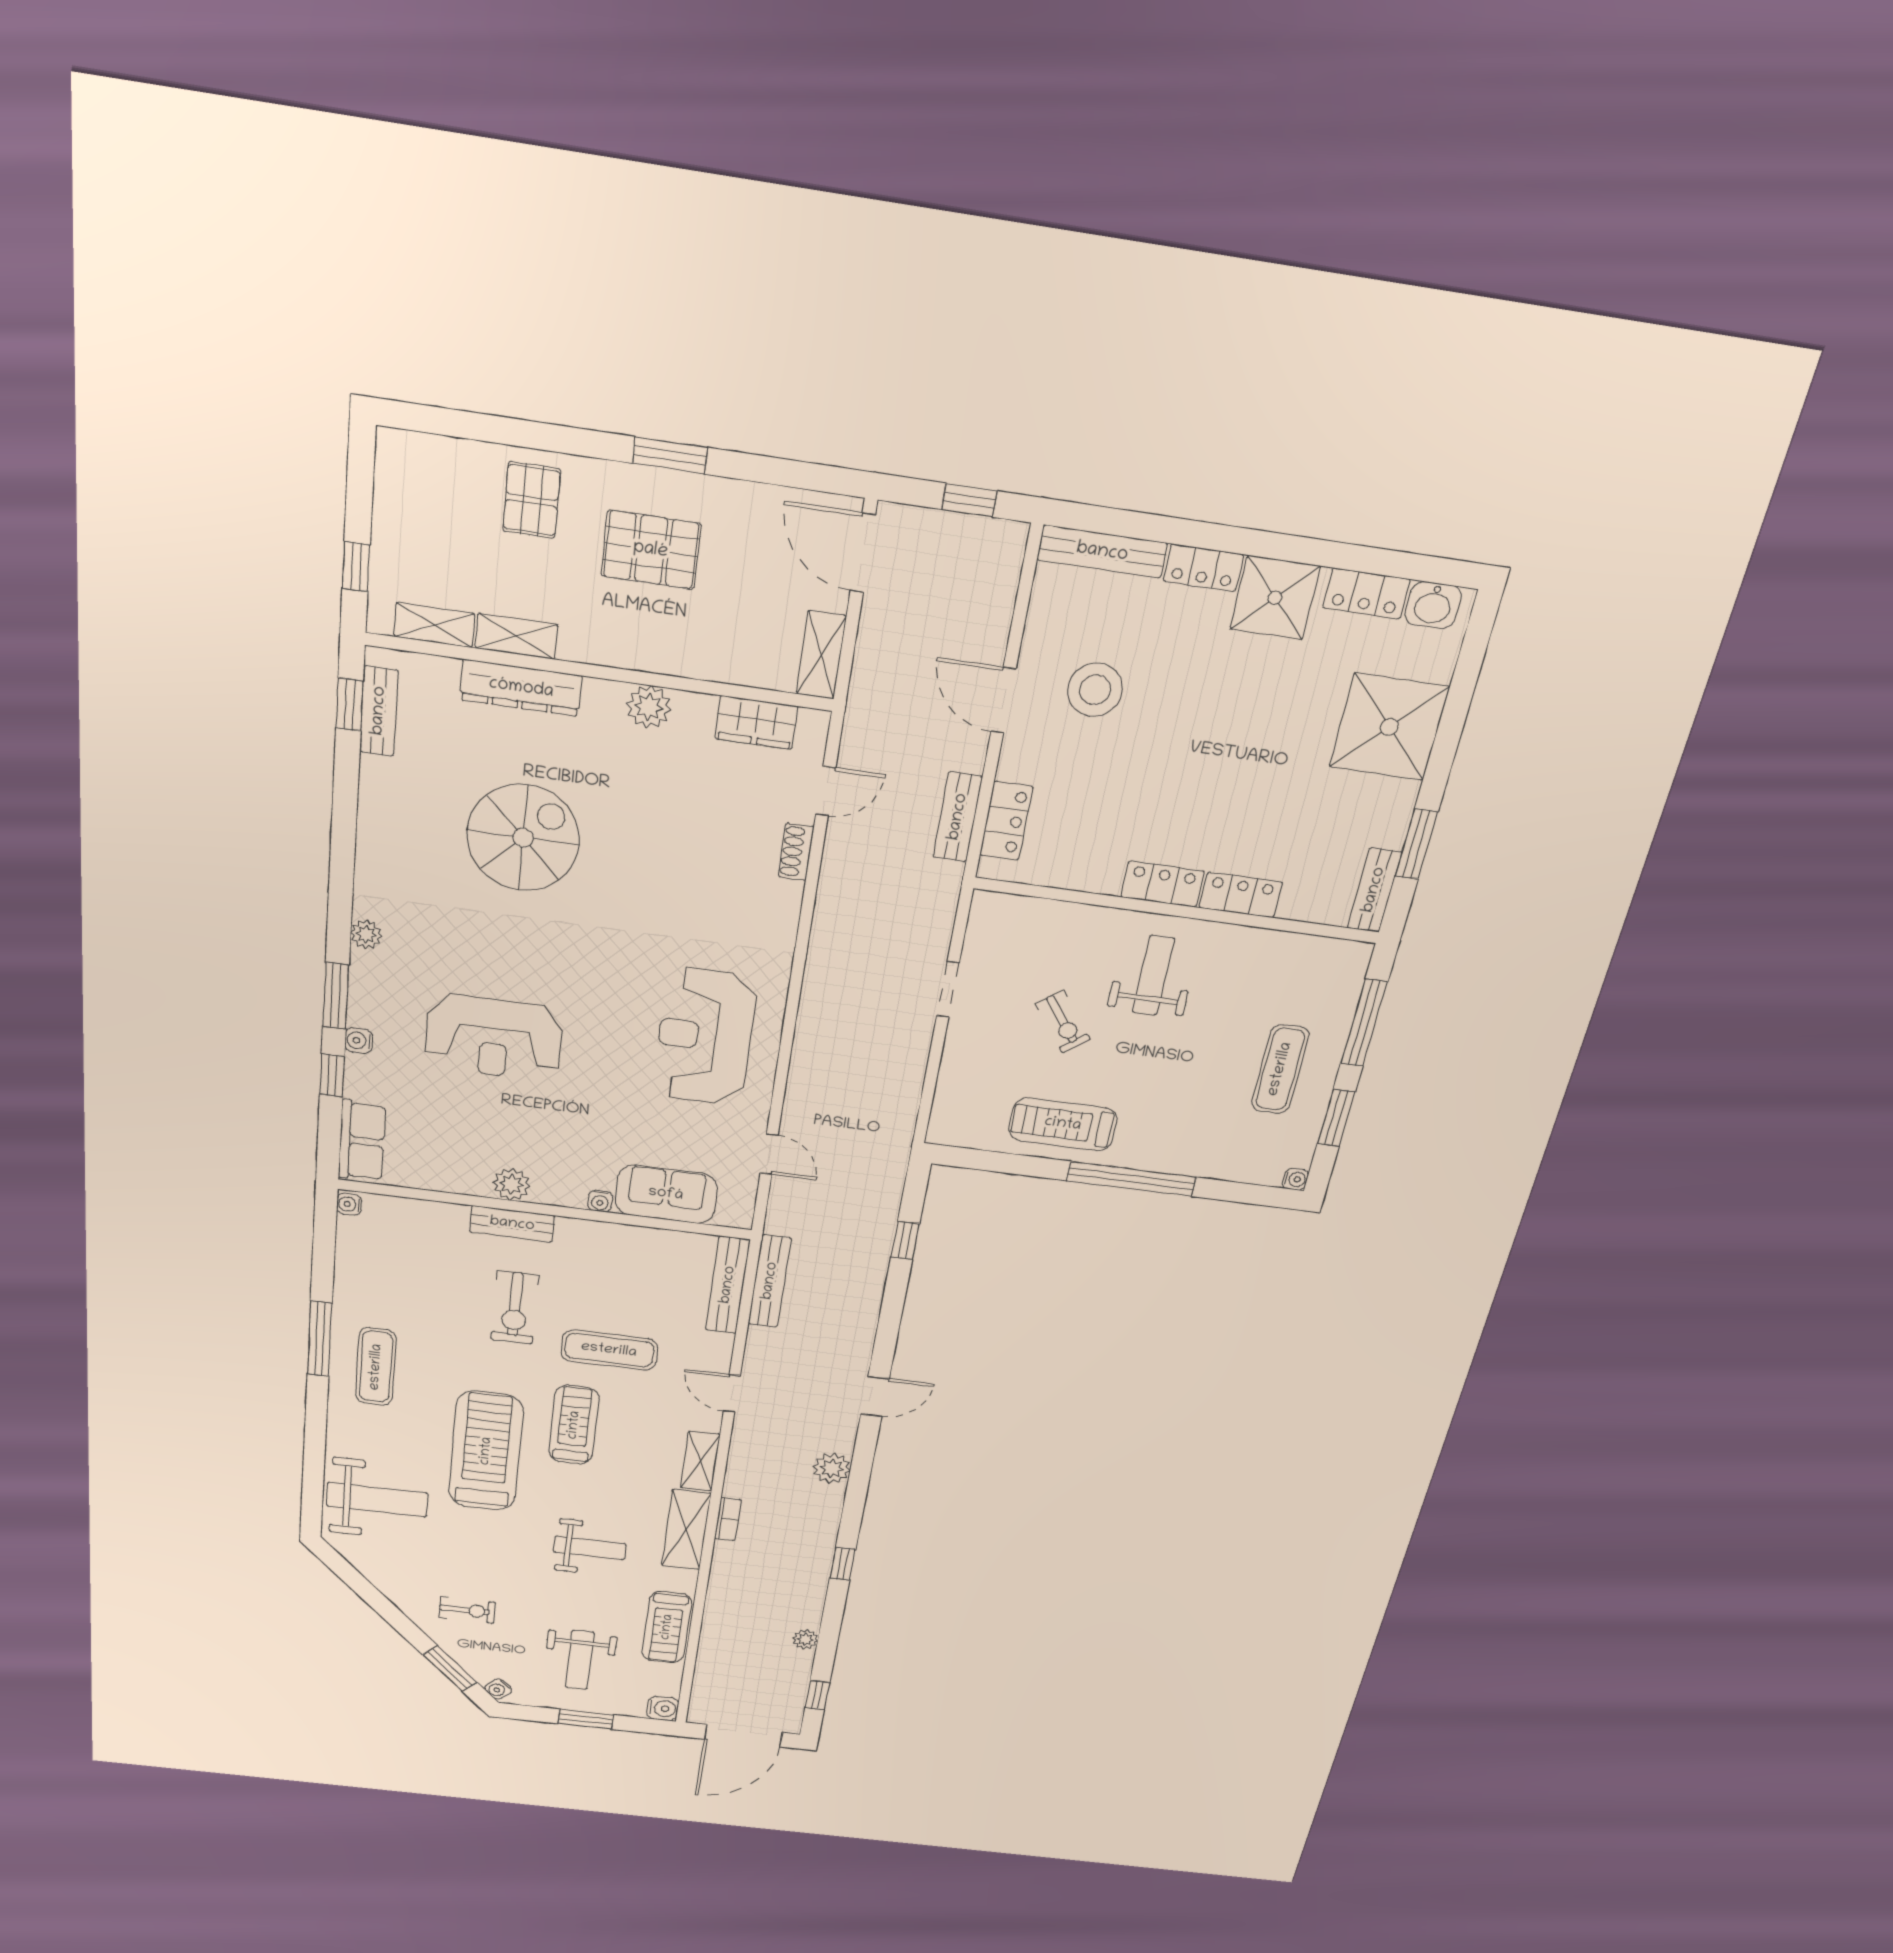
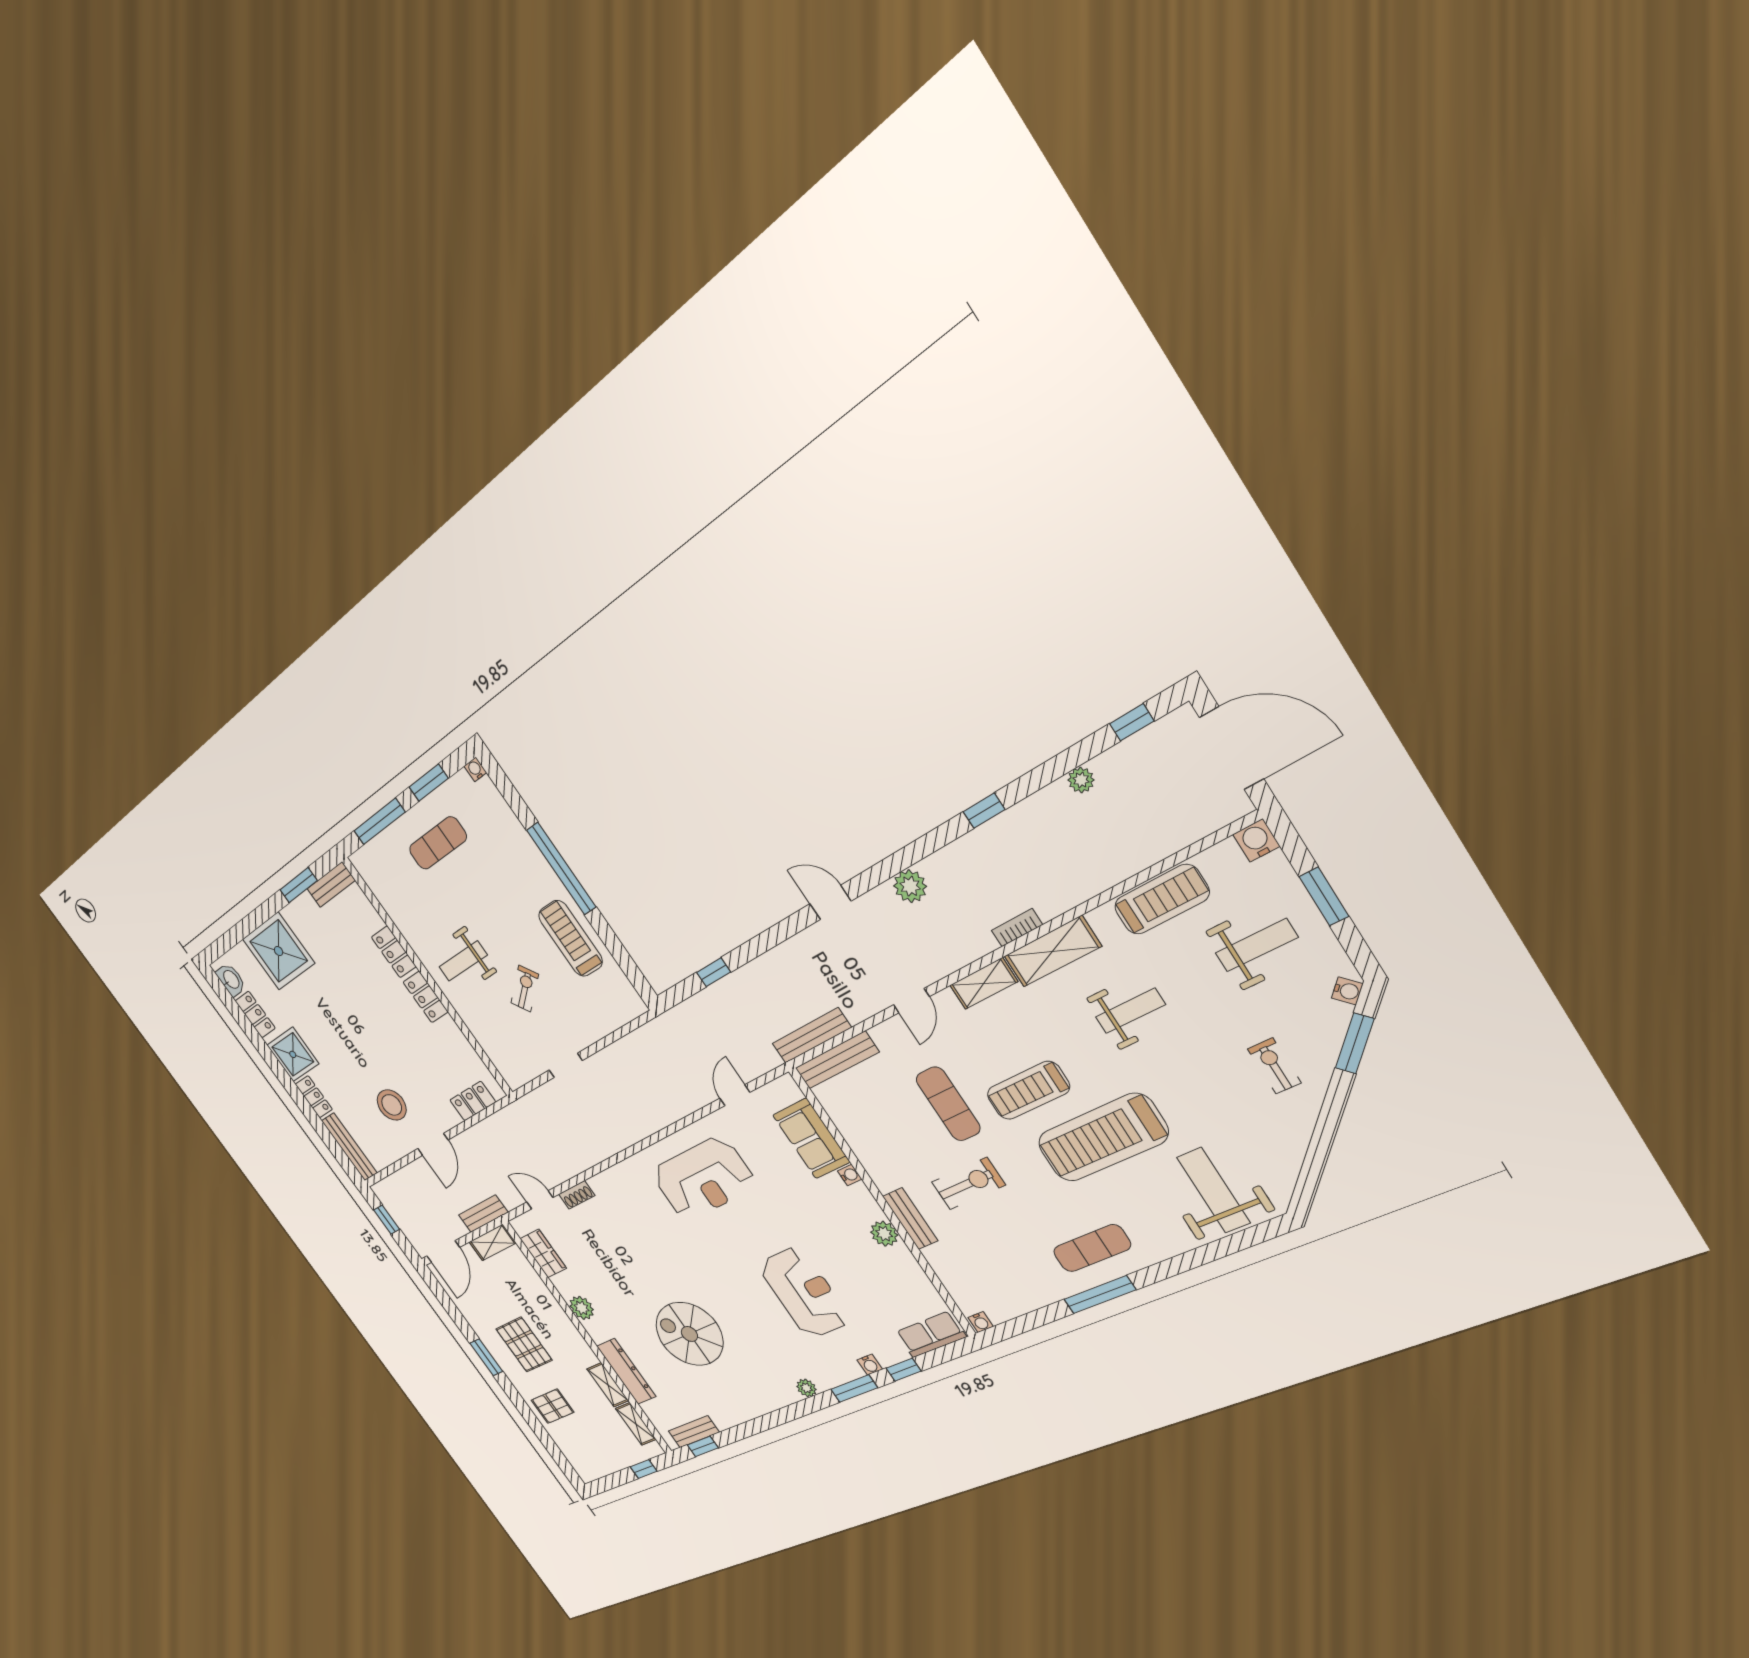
bench: (958, 817) -> (483, 1214), moved
treadmill: (1063, 1124) -> (571, 938), turned 180
weight bench: (590, 1548) -> (1130, 1011), turned 90

